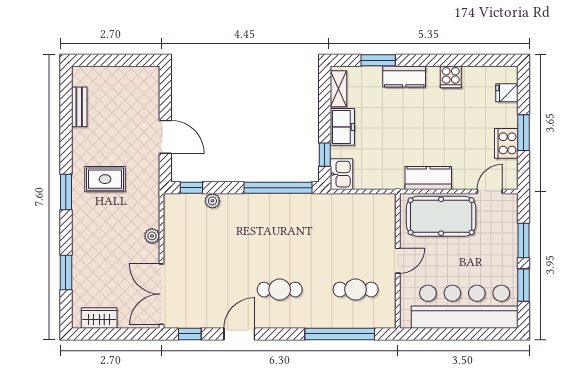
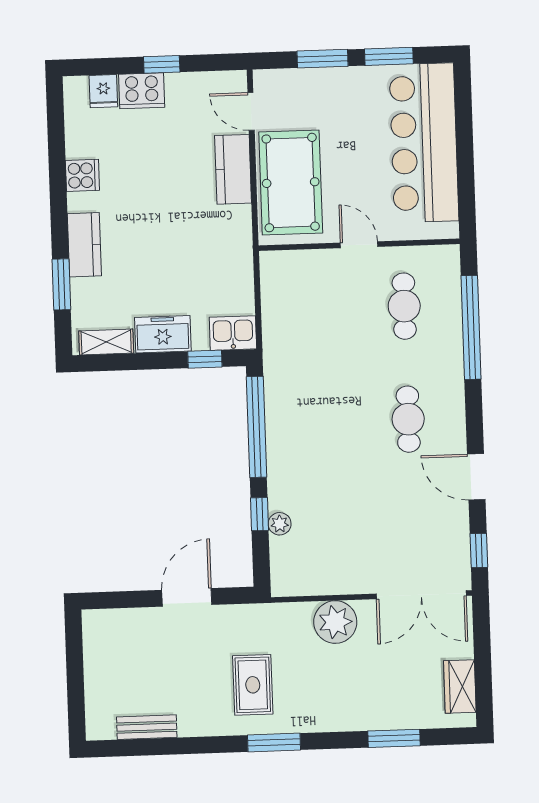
window: (523, 133) -> (162, 64), width x0.67
cooker: (506, 143) -> (142, 91), moved
kitchen counter: (428, 178) -> (233, 169), moved
window: (191, 188) -> (260, 514), moved
plant: (152, 236) -> (335, 622), width x1.88, depth x1.88

